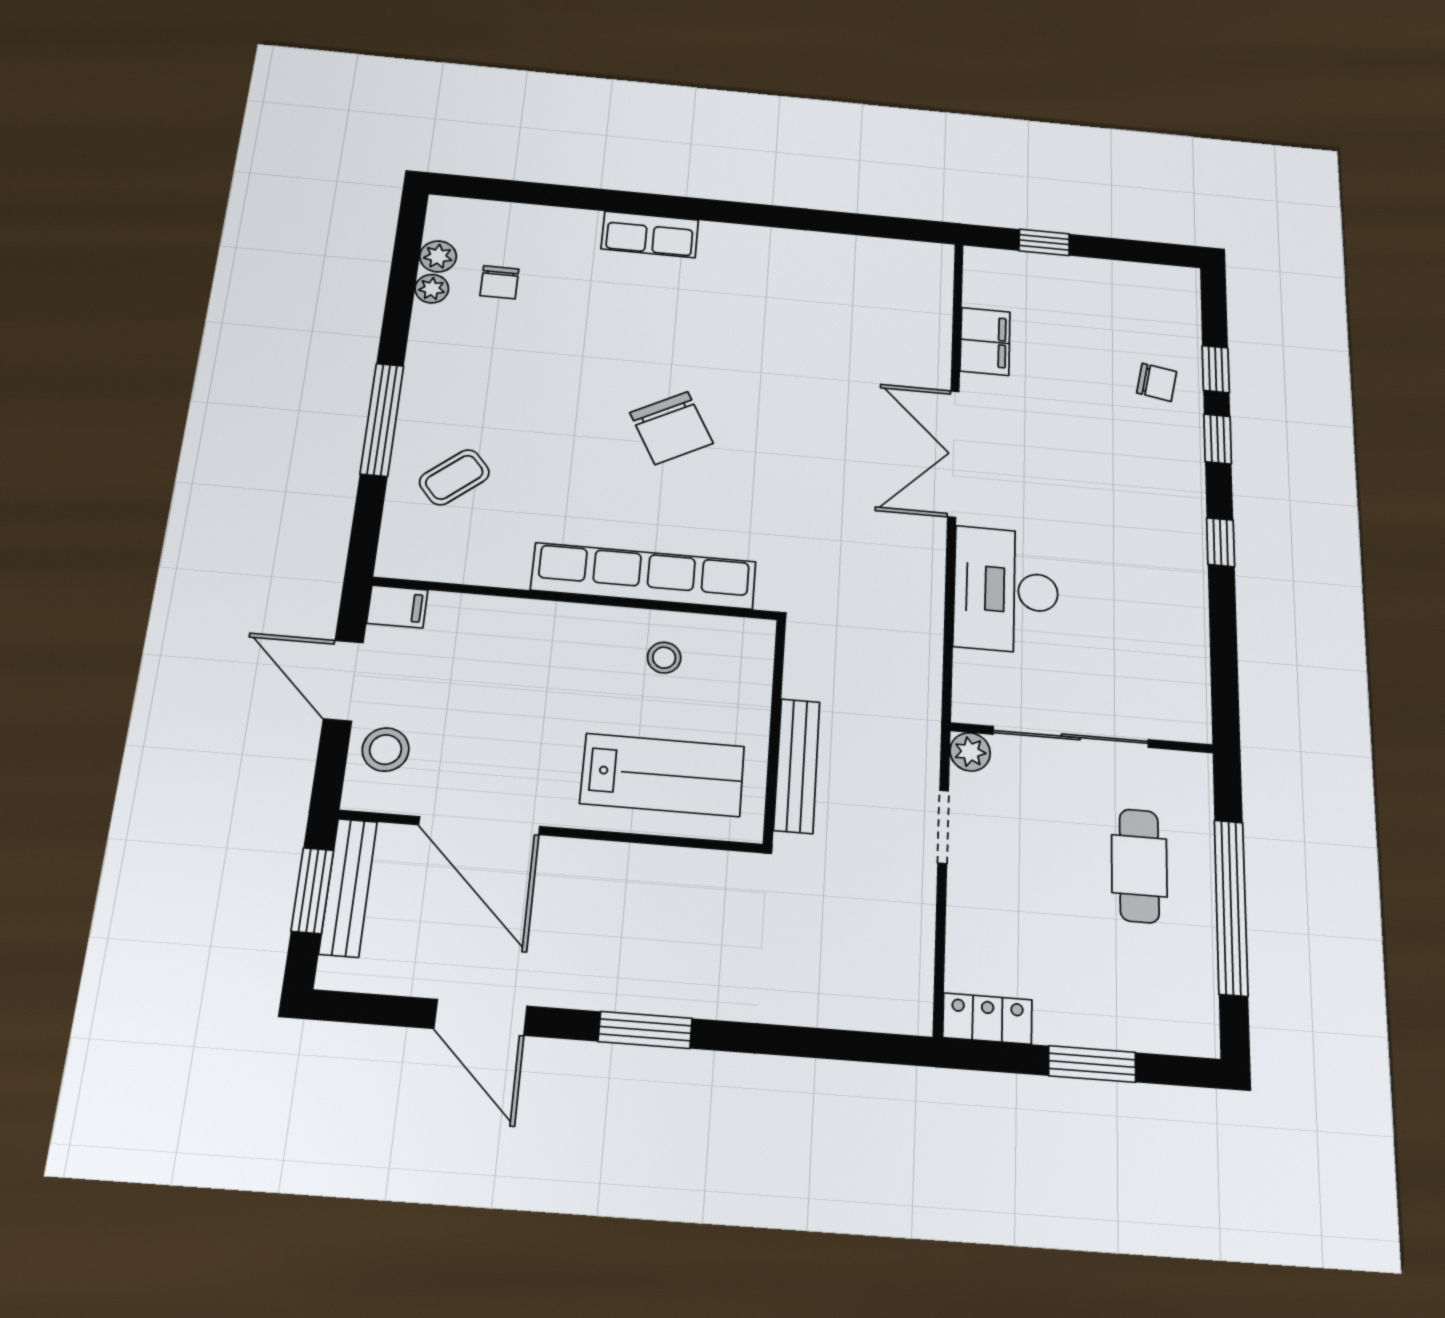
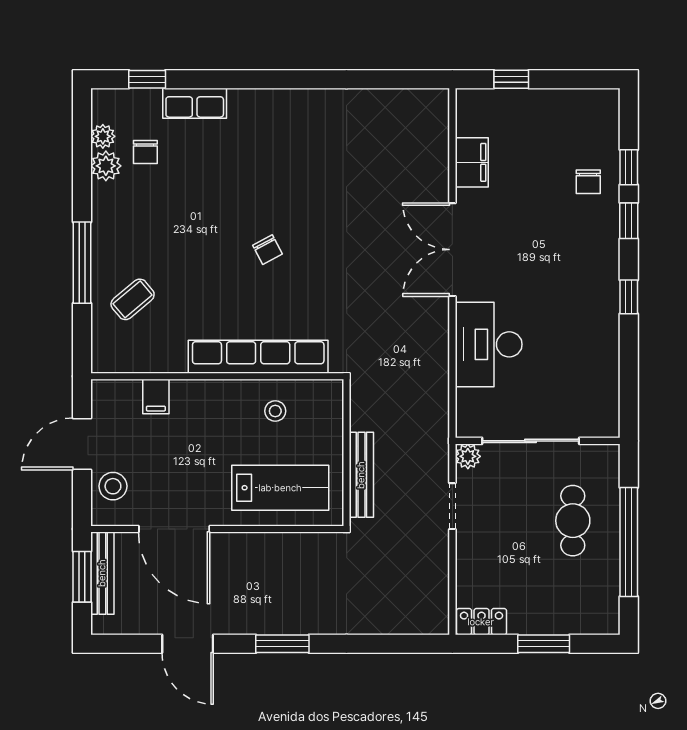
window: (513, 191) -> (147, 79), added
row of seats: (650, 234) -> (195, 103), moved
plant: (432, 289) -> (106, 166), width x1.38, depth x1.38
chair: (1157, 382) -> (588, 182), turned 80
chair: (671, 428) -> (268, 250), width x0.54, depth x0.54
filing cabinet: (397, 607) -> (156, 396), moved, turned 90
door: (343, 680) -> (82, 444), hinge flipped

